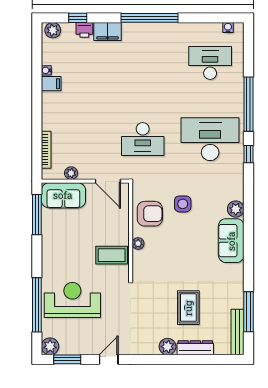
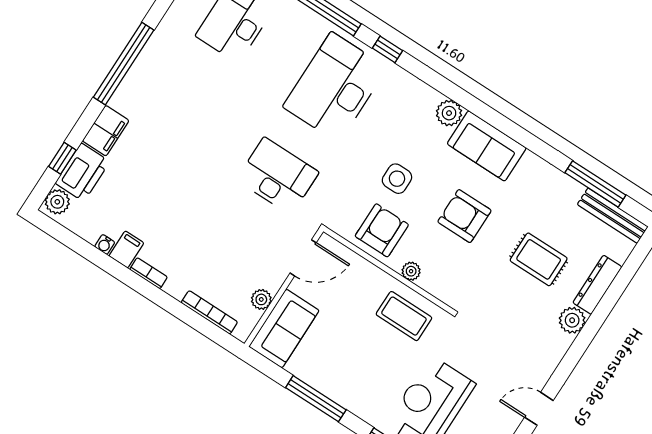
printer: (84, 30) -> (82, 172), width x1.87, depth x1.48
bookcase: (46, 104) -> (148, 273), added
desk: (143, 139) -> (278, 176), turned -90
window: (37, 215) -> (316, 399), moved
armchair: (186, 253) -> (464, 216), added
coffee table: (112, 255) -> (404, 316), turned 90
door: (109, 359) -> (539, 409), hinge flipped

